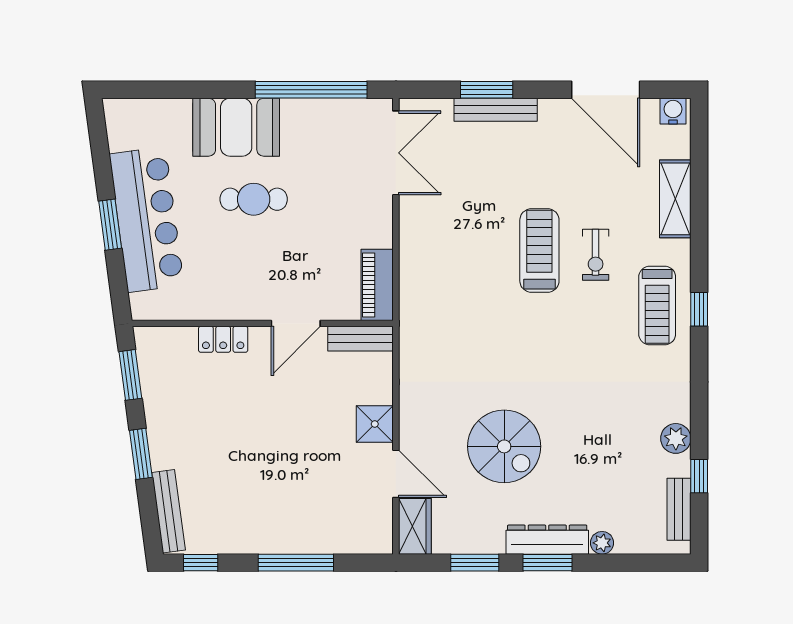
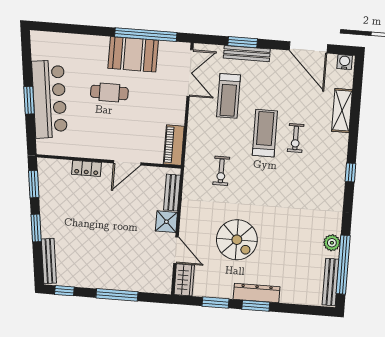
booth: (236, 127) -> (133, 54), moved
treadmill: (657, 306) -> (229, 96), moved
exercise bike: (466, 325) -> (221, 171), added
bench: (361, 339) -> (172, 193), moved, turned 90
window: (699, 476) -> (343, 265), width x3.17
bench: (679, 509) -> (331, 282), width x1.36
plant: (602, 543) -> (287, 297), removed

